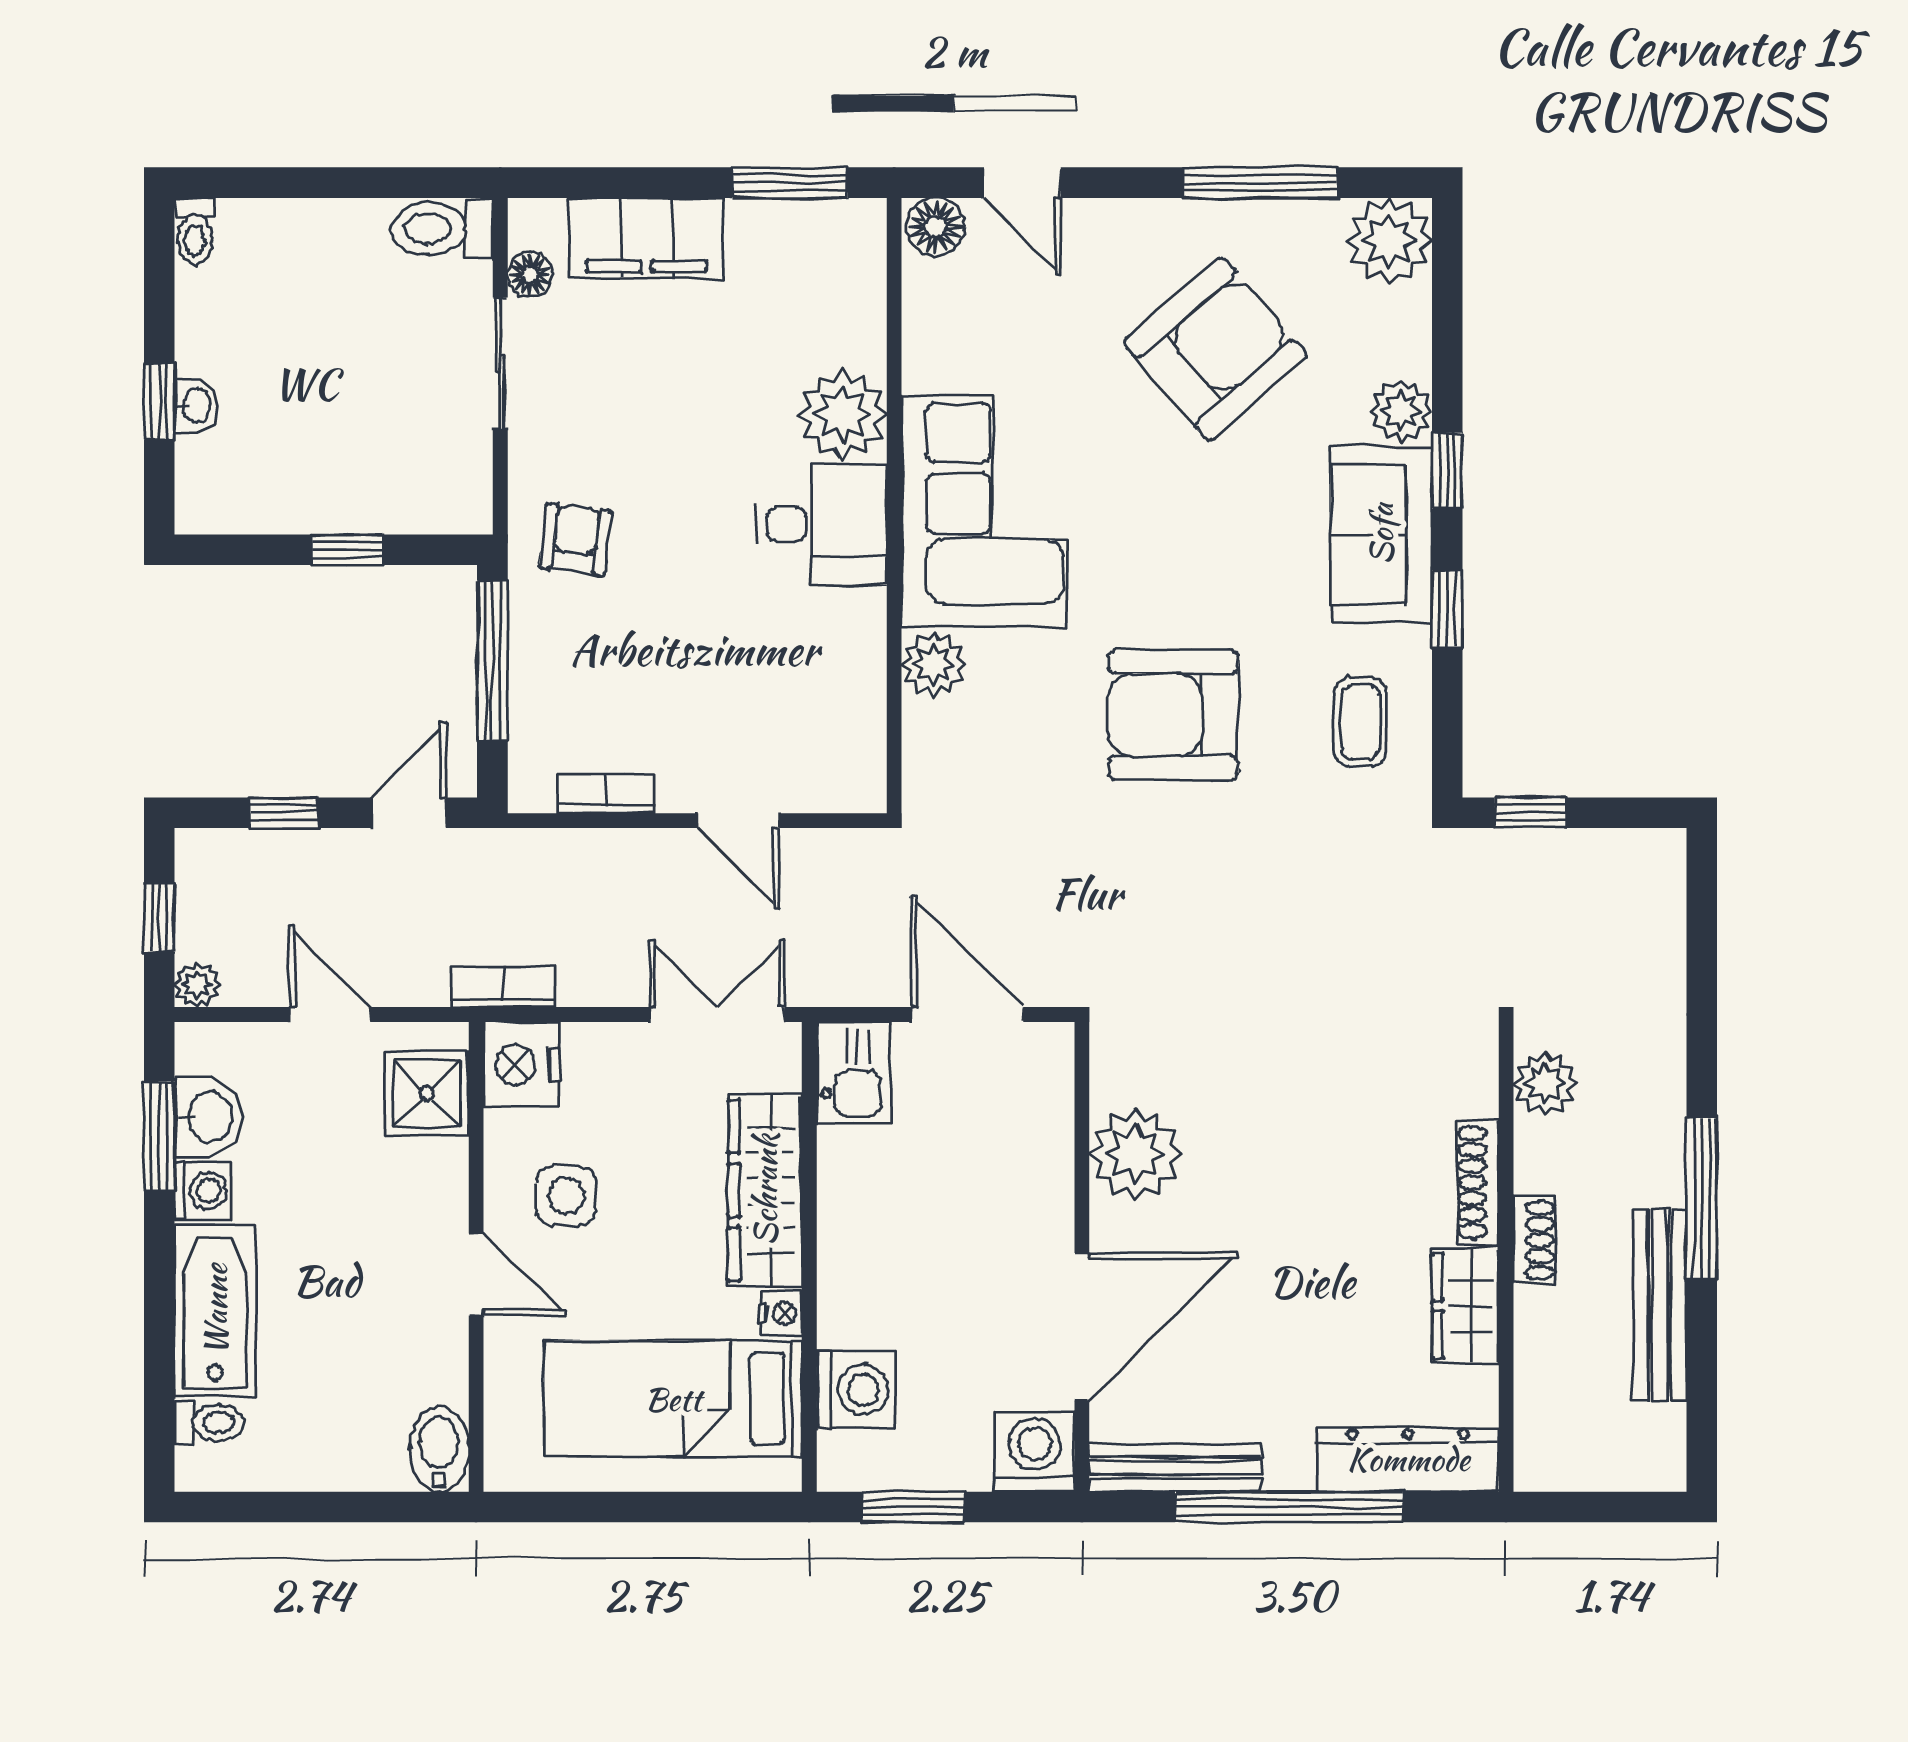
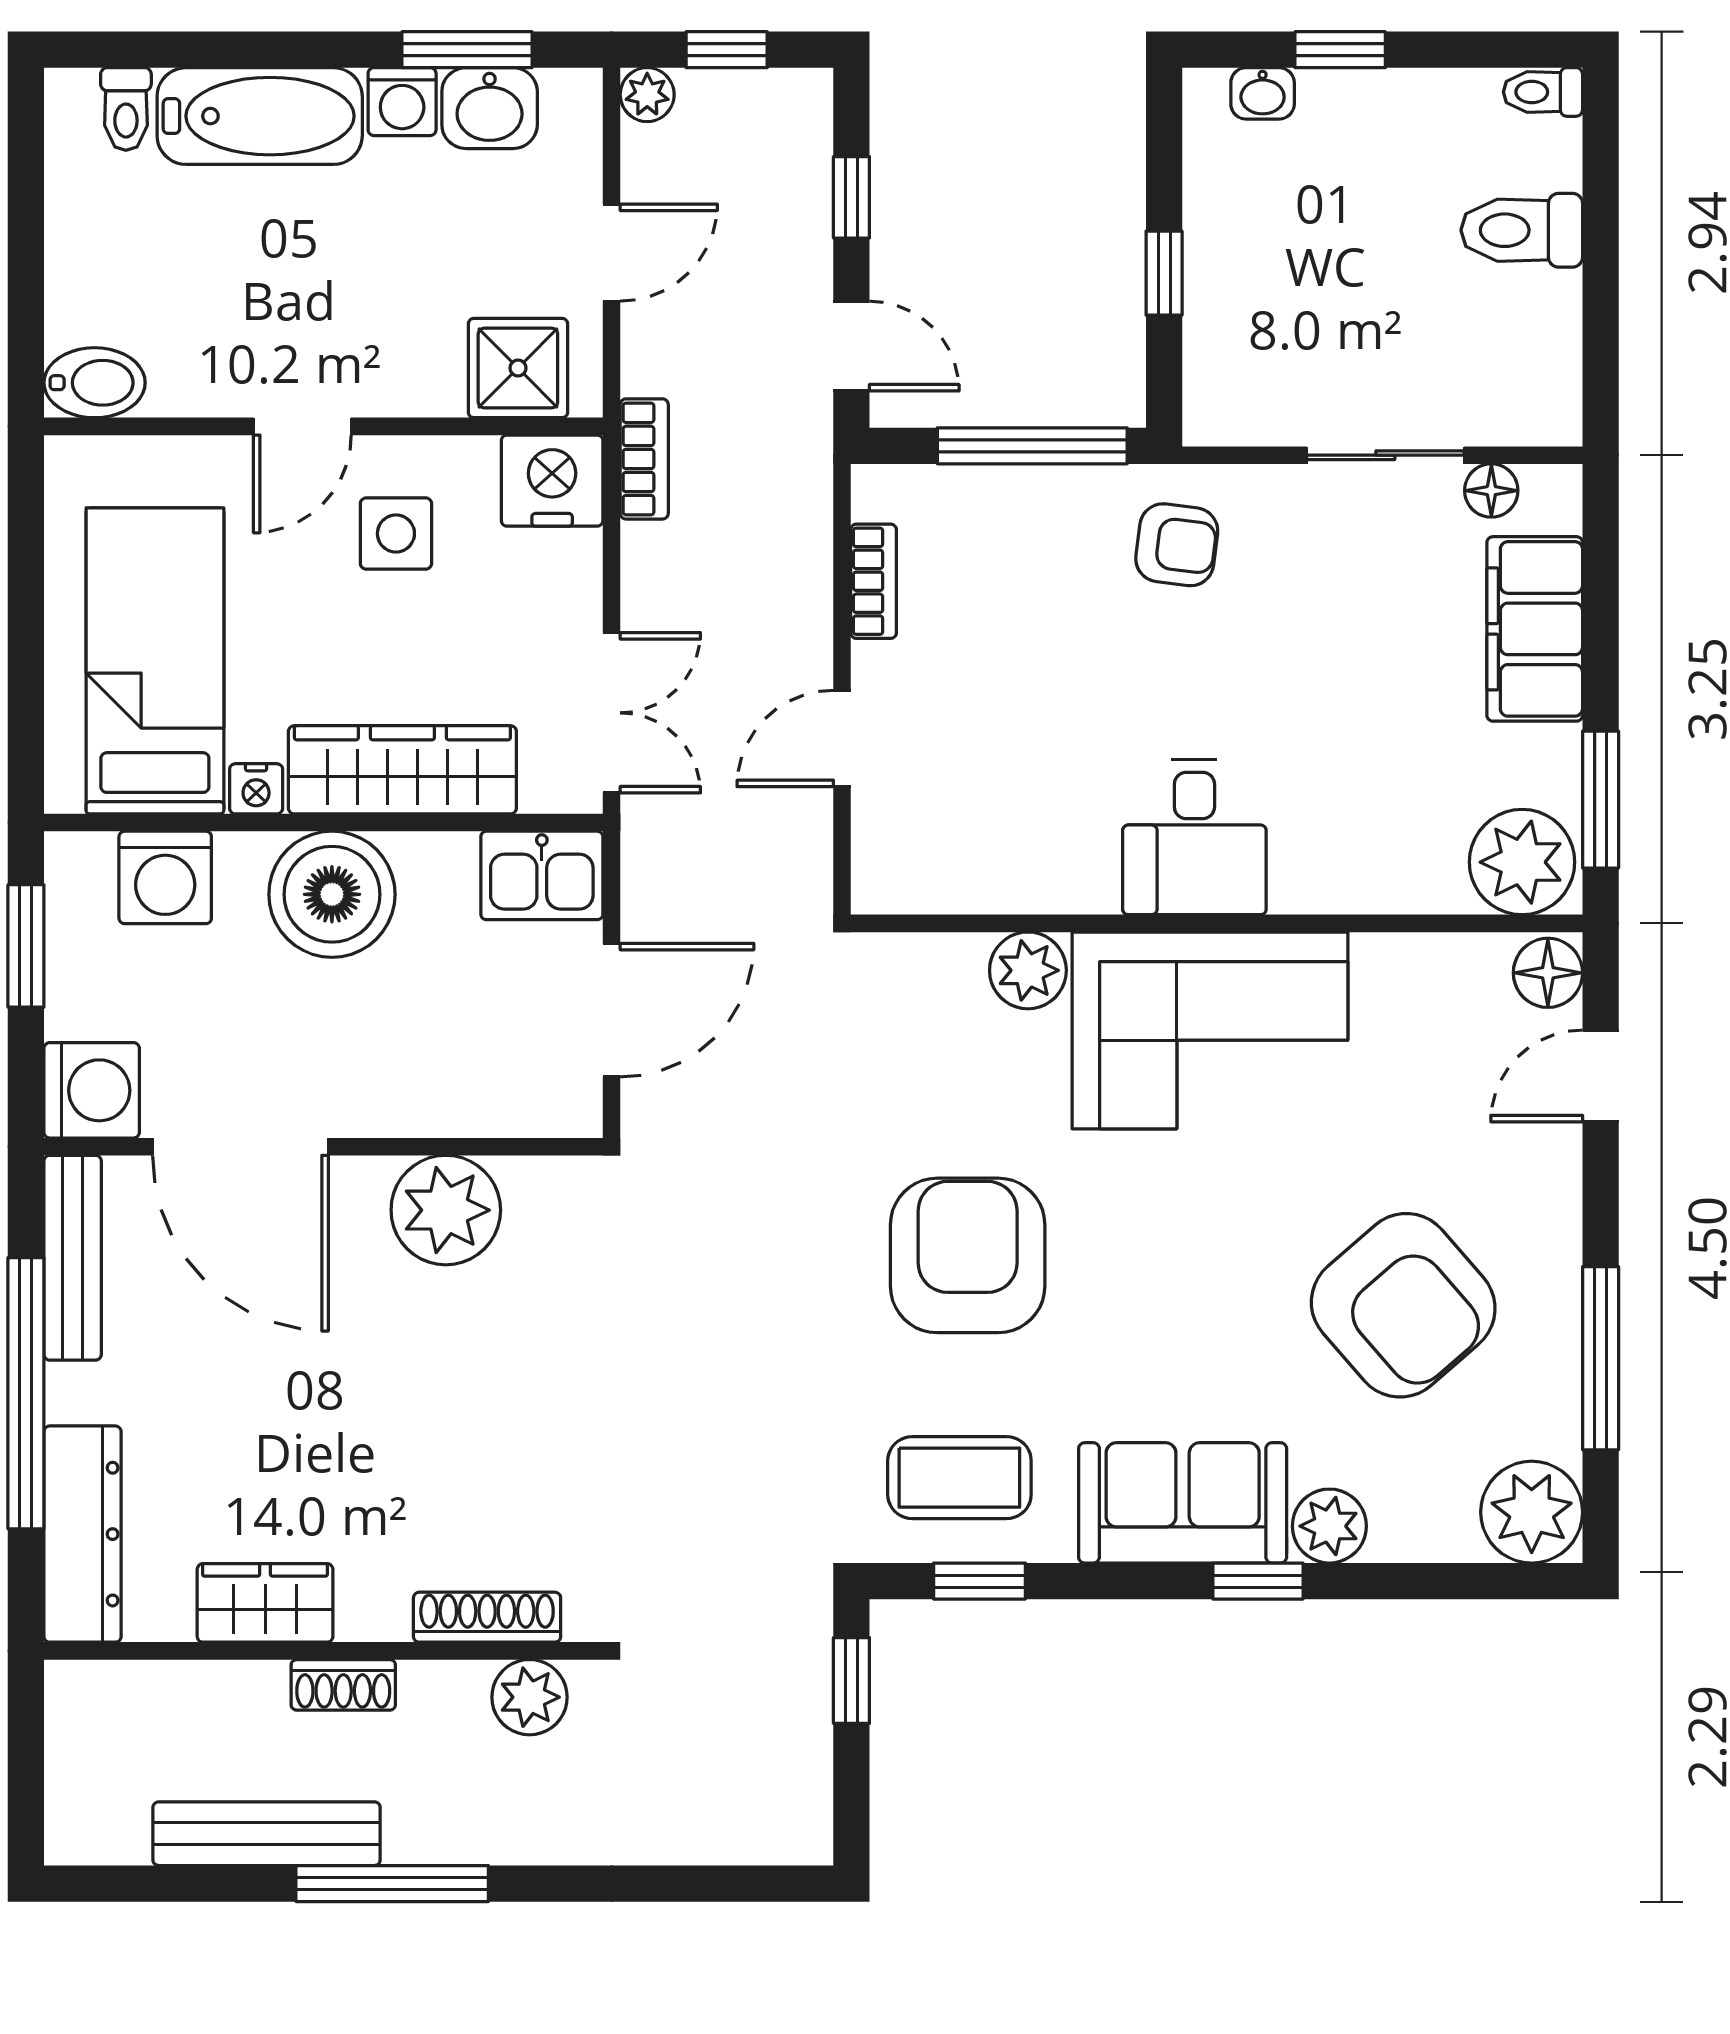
toilet: (442, 229) -> (1522, 230), moved, turned -90
washbasin: (196, 406) -> (1263, 93), moved
plant: (842, 415) -> (1522, 862), moved
window: (1447, 609) -> (980, 1581), moved
coffee table: (1360, 722) -> (959, 1478), width x1.36, depth x1.30
shoe rack: (1478, 1182) -> (487, 1617), moved
boiler: (870, 1250) -> (332, 894), added

